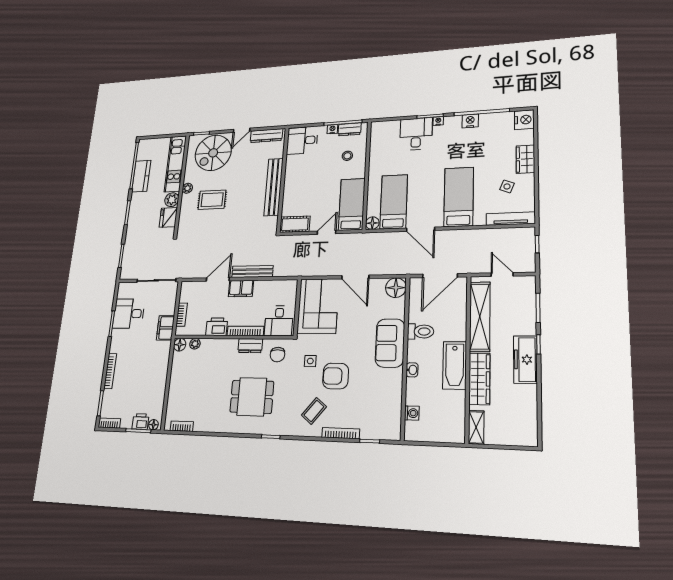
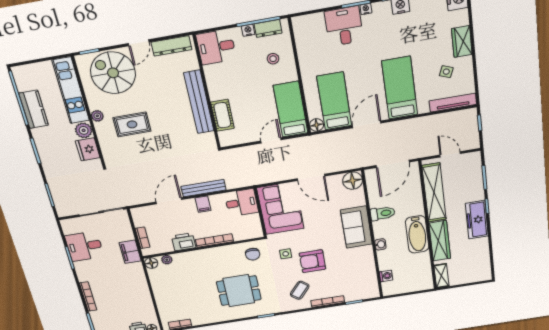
spiral stairs: (213, 153) -> (113, 73), turned 90
cot: (295, 224) -> (222, 115), moved, turned 90
door: (421, 229) -> (367, 124), swing flipped
filing cabinet: (241, 289) -> (203, 204), width x0.50
desk: (279, 321) -> (241, 203), moved, turned -90
dresser: (250, 346) -> (224, 252), removed

